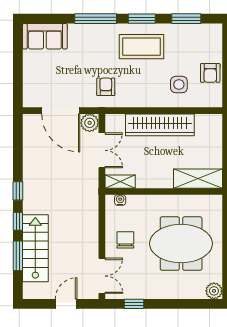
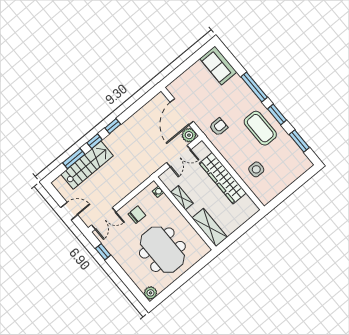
armchair: (210, 73) -> (279, 182), removed
shelving: (120, 182) -> (182, 198), moved

